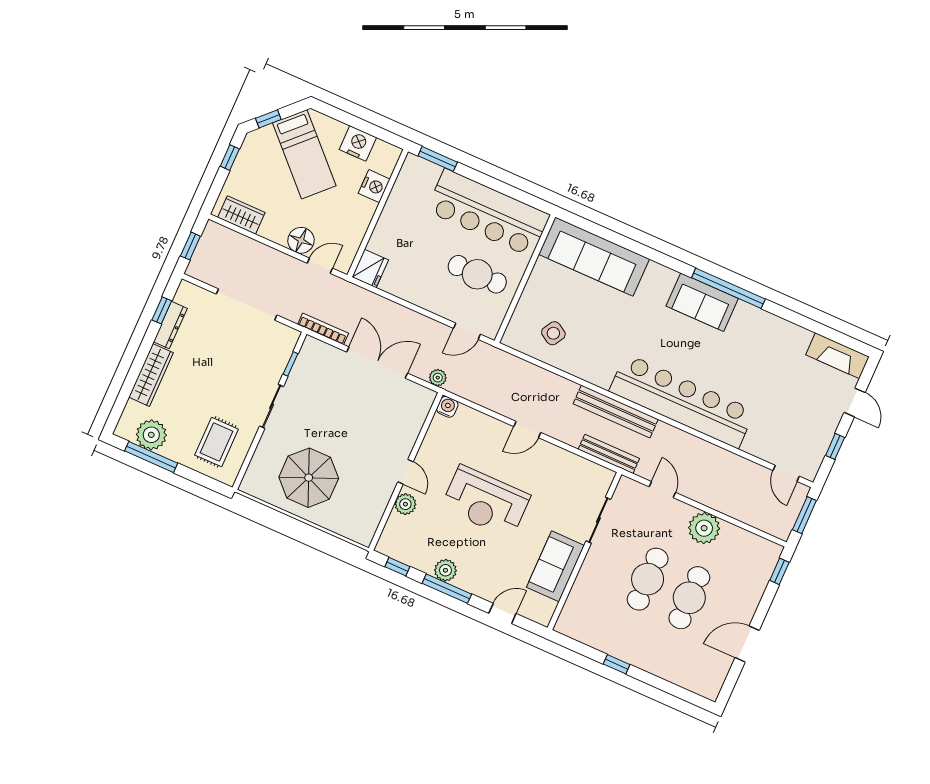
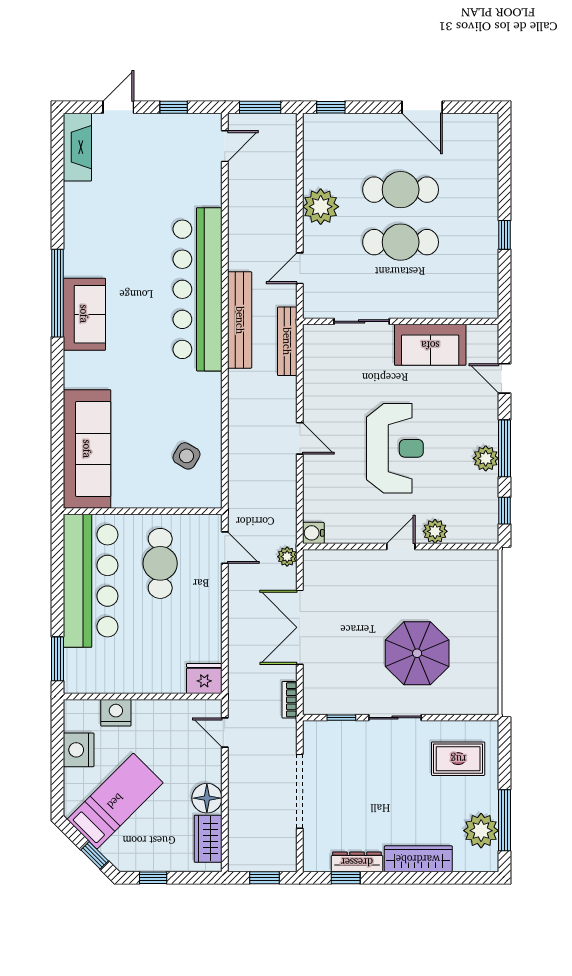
floor lamp: (301, 240) -> (207, 798), moved
bookcase: (323, 329) -> (290, 700), width x0.64
bench: (616, 412) -> (240, 320), moved
parasol: (309, 478) -> (417, 653), moved

